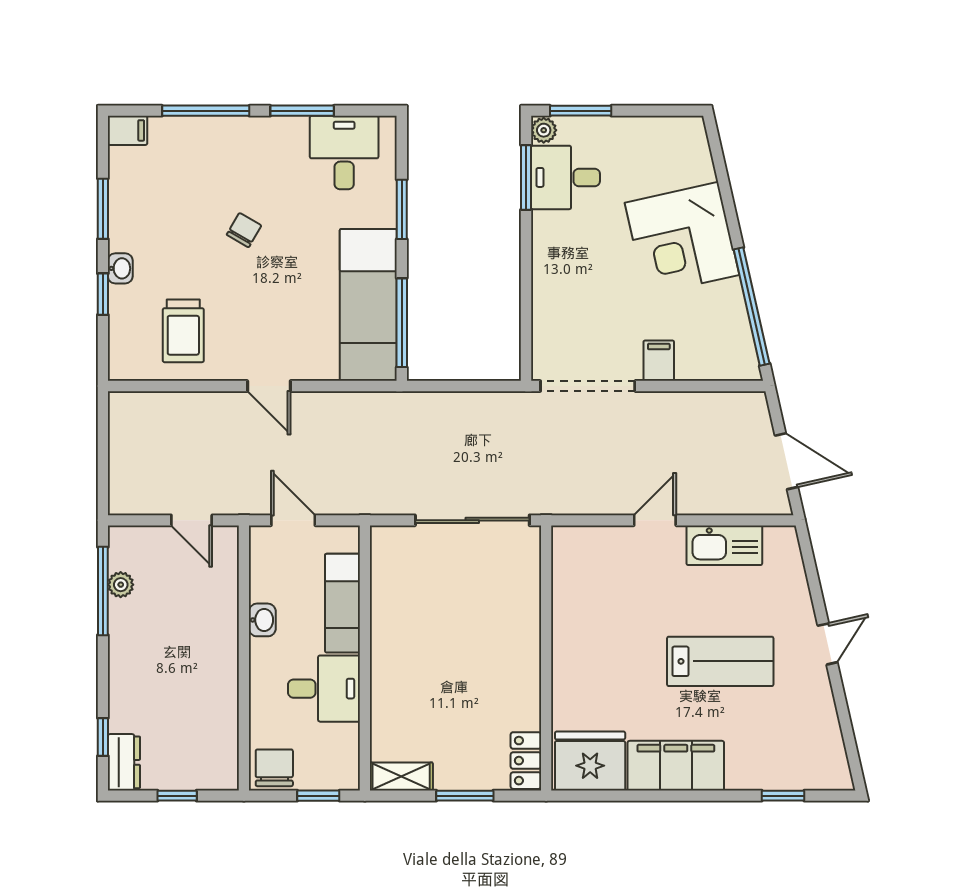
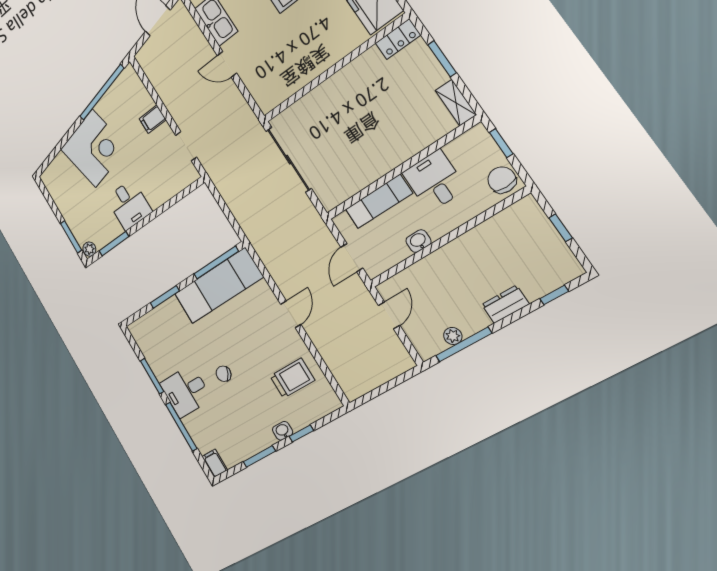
desk: (344, 153) -> (186, 391), moved
desk: (565, 177) -> (129, 205), moved
doorway: (588, 386) -> (186, 146), width x0.53
dresser: (124, 762) -> (505, 304), moved
chair: (274, 768) -> (502, 180), turned 90

